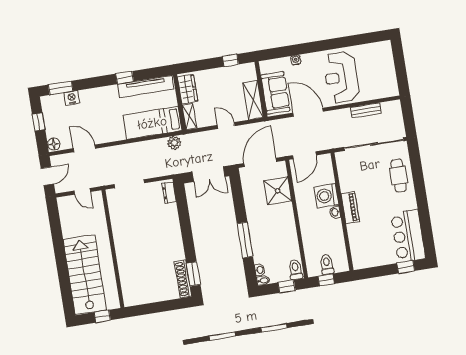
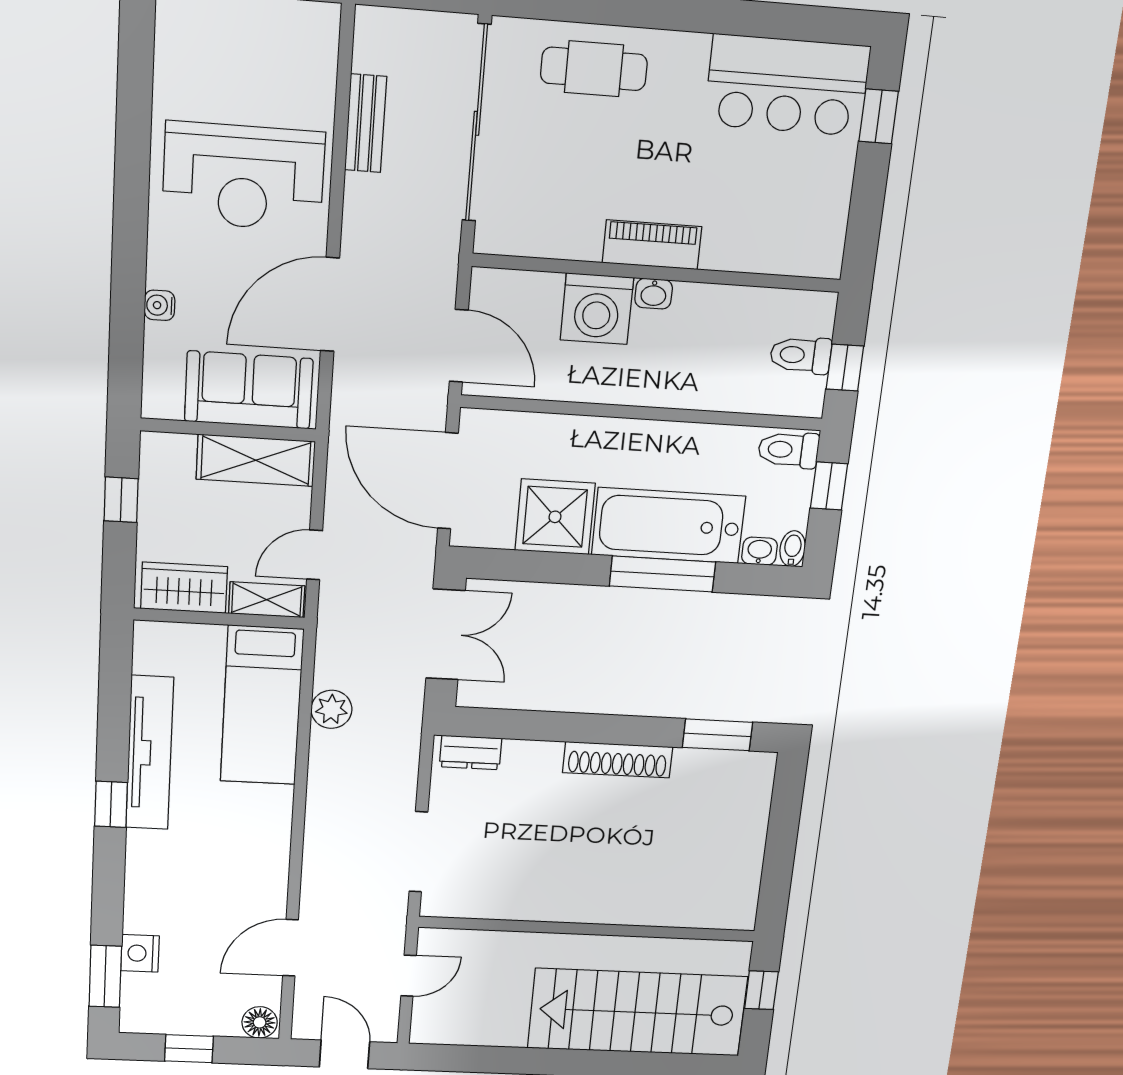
wardrobe: (188, 89) -> (184, 588), moved
wall: (180, 102) -> (219, 619), moved
shelving: (189, 116) -> (267, 600), moved
bed: (152, 123) -> (262, 705), moved
shower: (278, 191) -> (555, 517), moved
bathtub: (262, 238) -> (669, 526), added
shoe rack: (183, 279) -> (618, 760), moved

